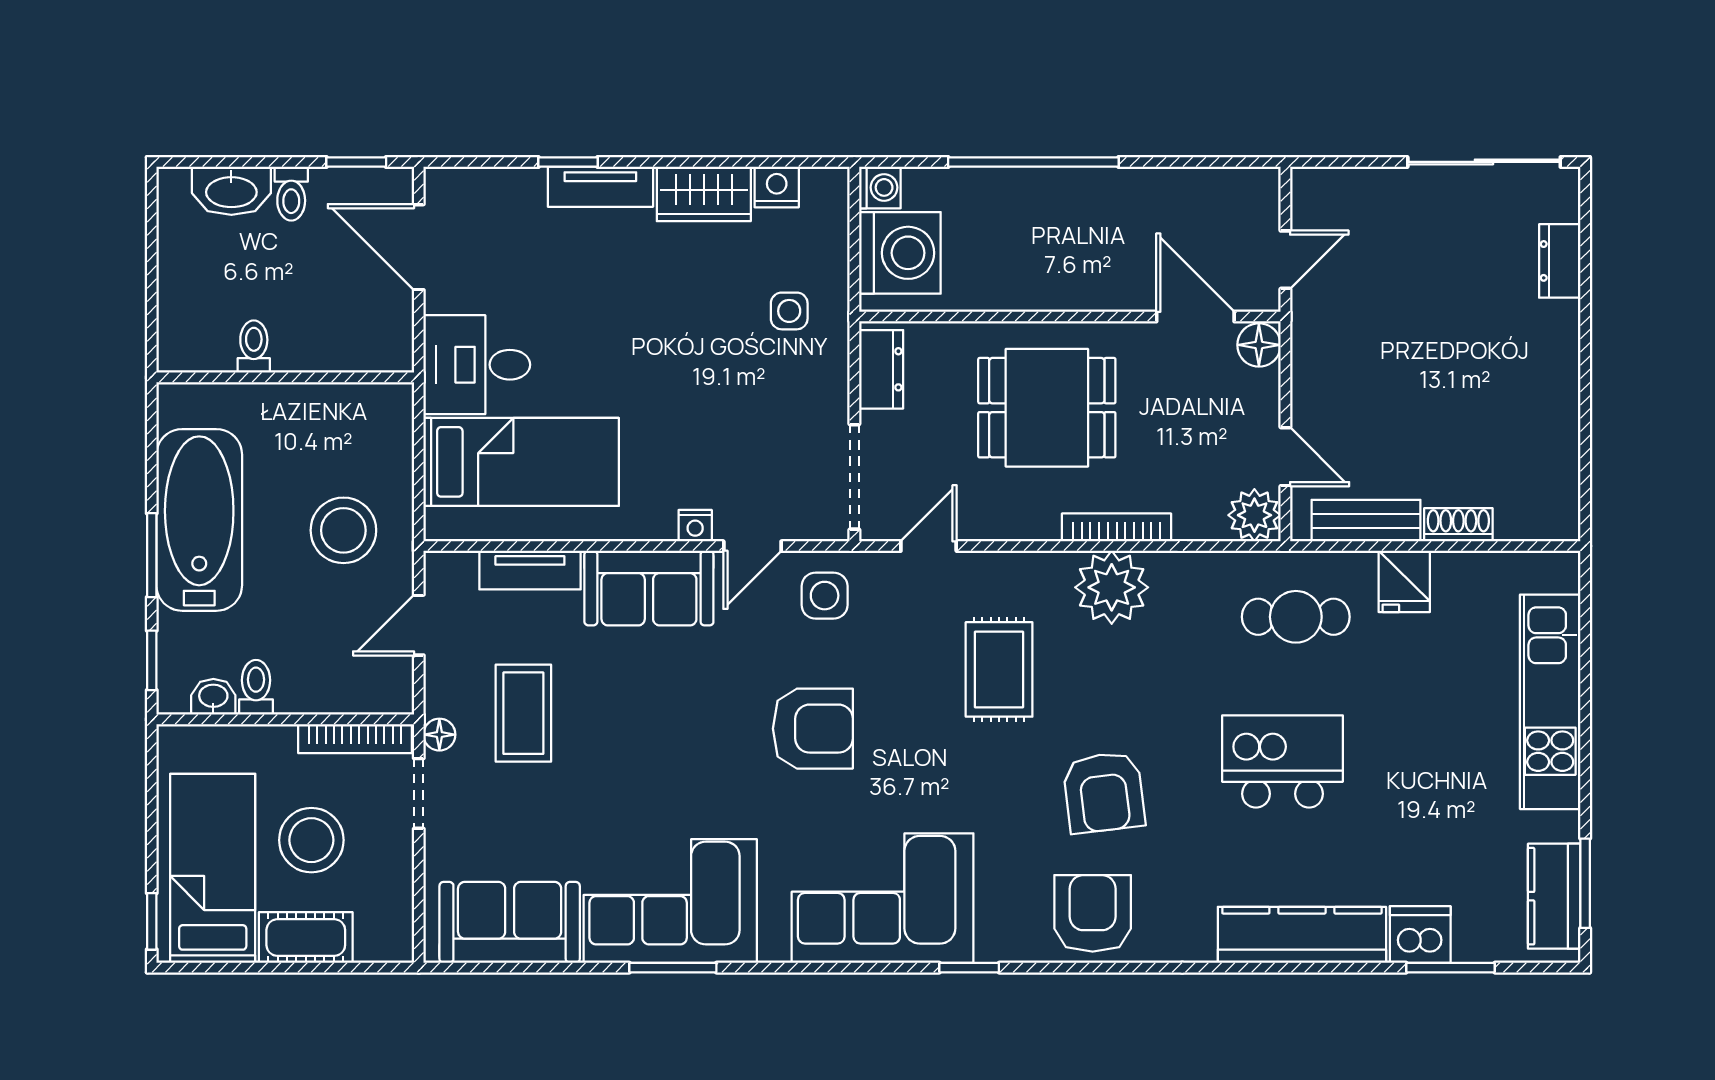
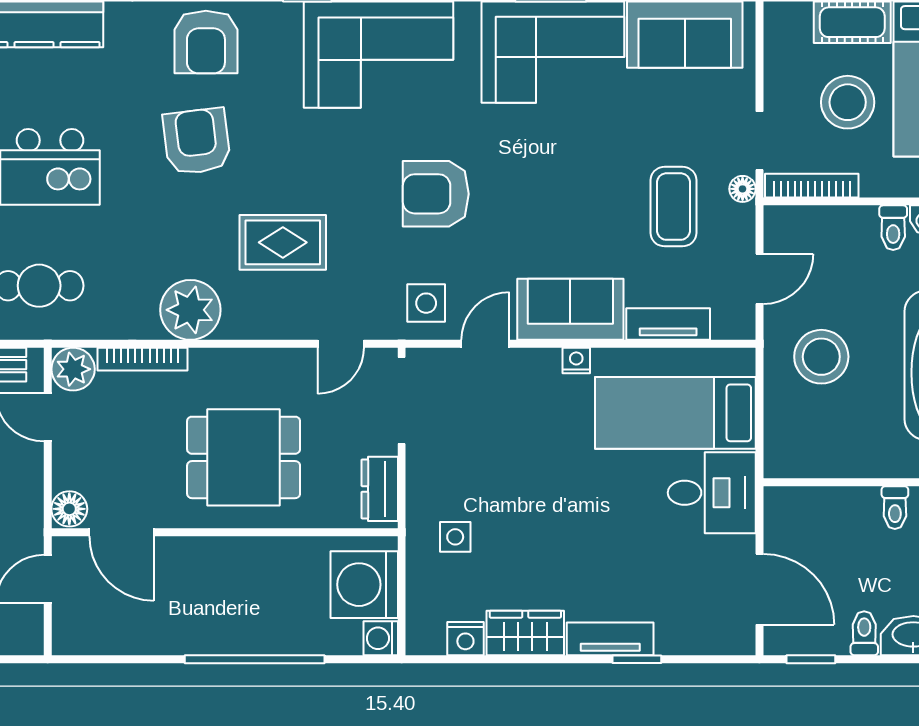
nightstand: (695, 526) -> (576, 361), moved
bookcase: (1117, 527) -> (142, 359), moved
rug: (999, 669) -> (283, 242), turned 90

